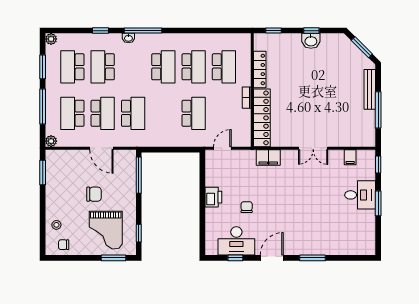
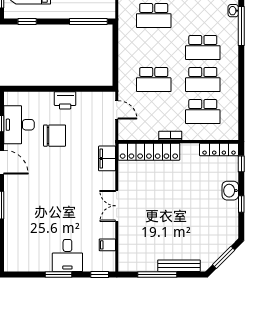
washbasin: (311, 41) -> (230, 191), moved
locker: (260, 70) -> (219, 149), moved
chair: (247, 207) -> (55, 136), width x1.87, depth x1.87

